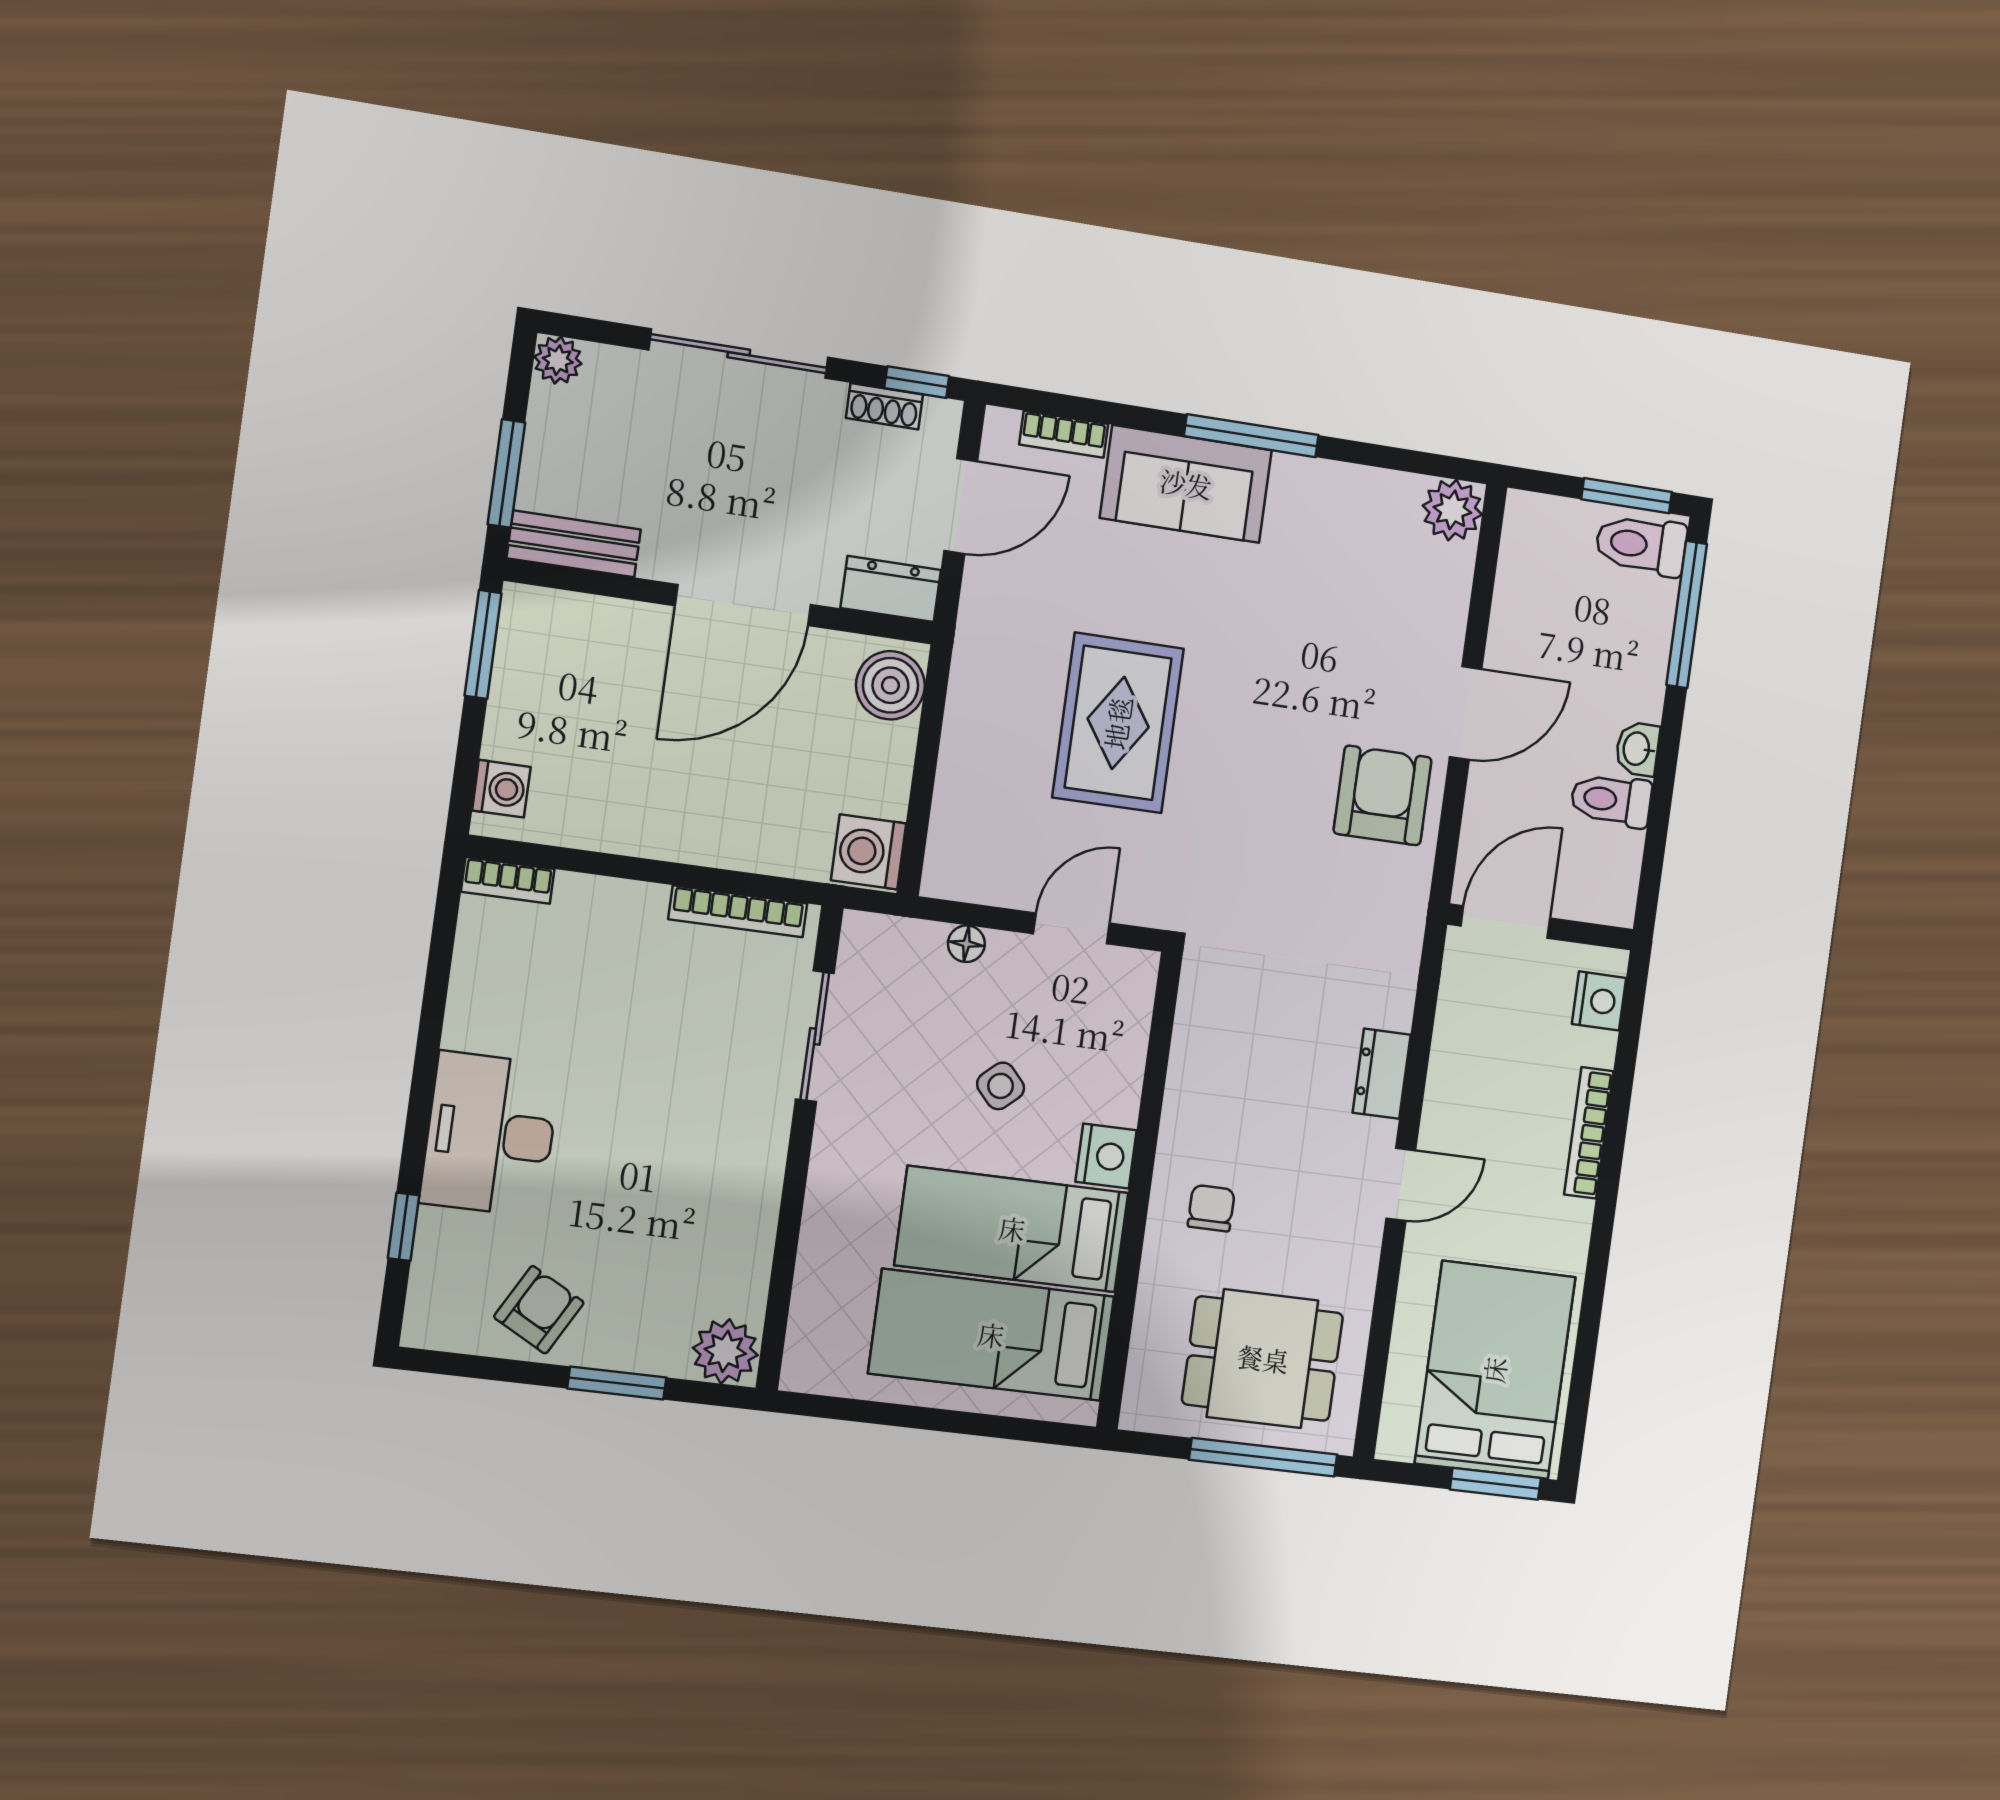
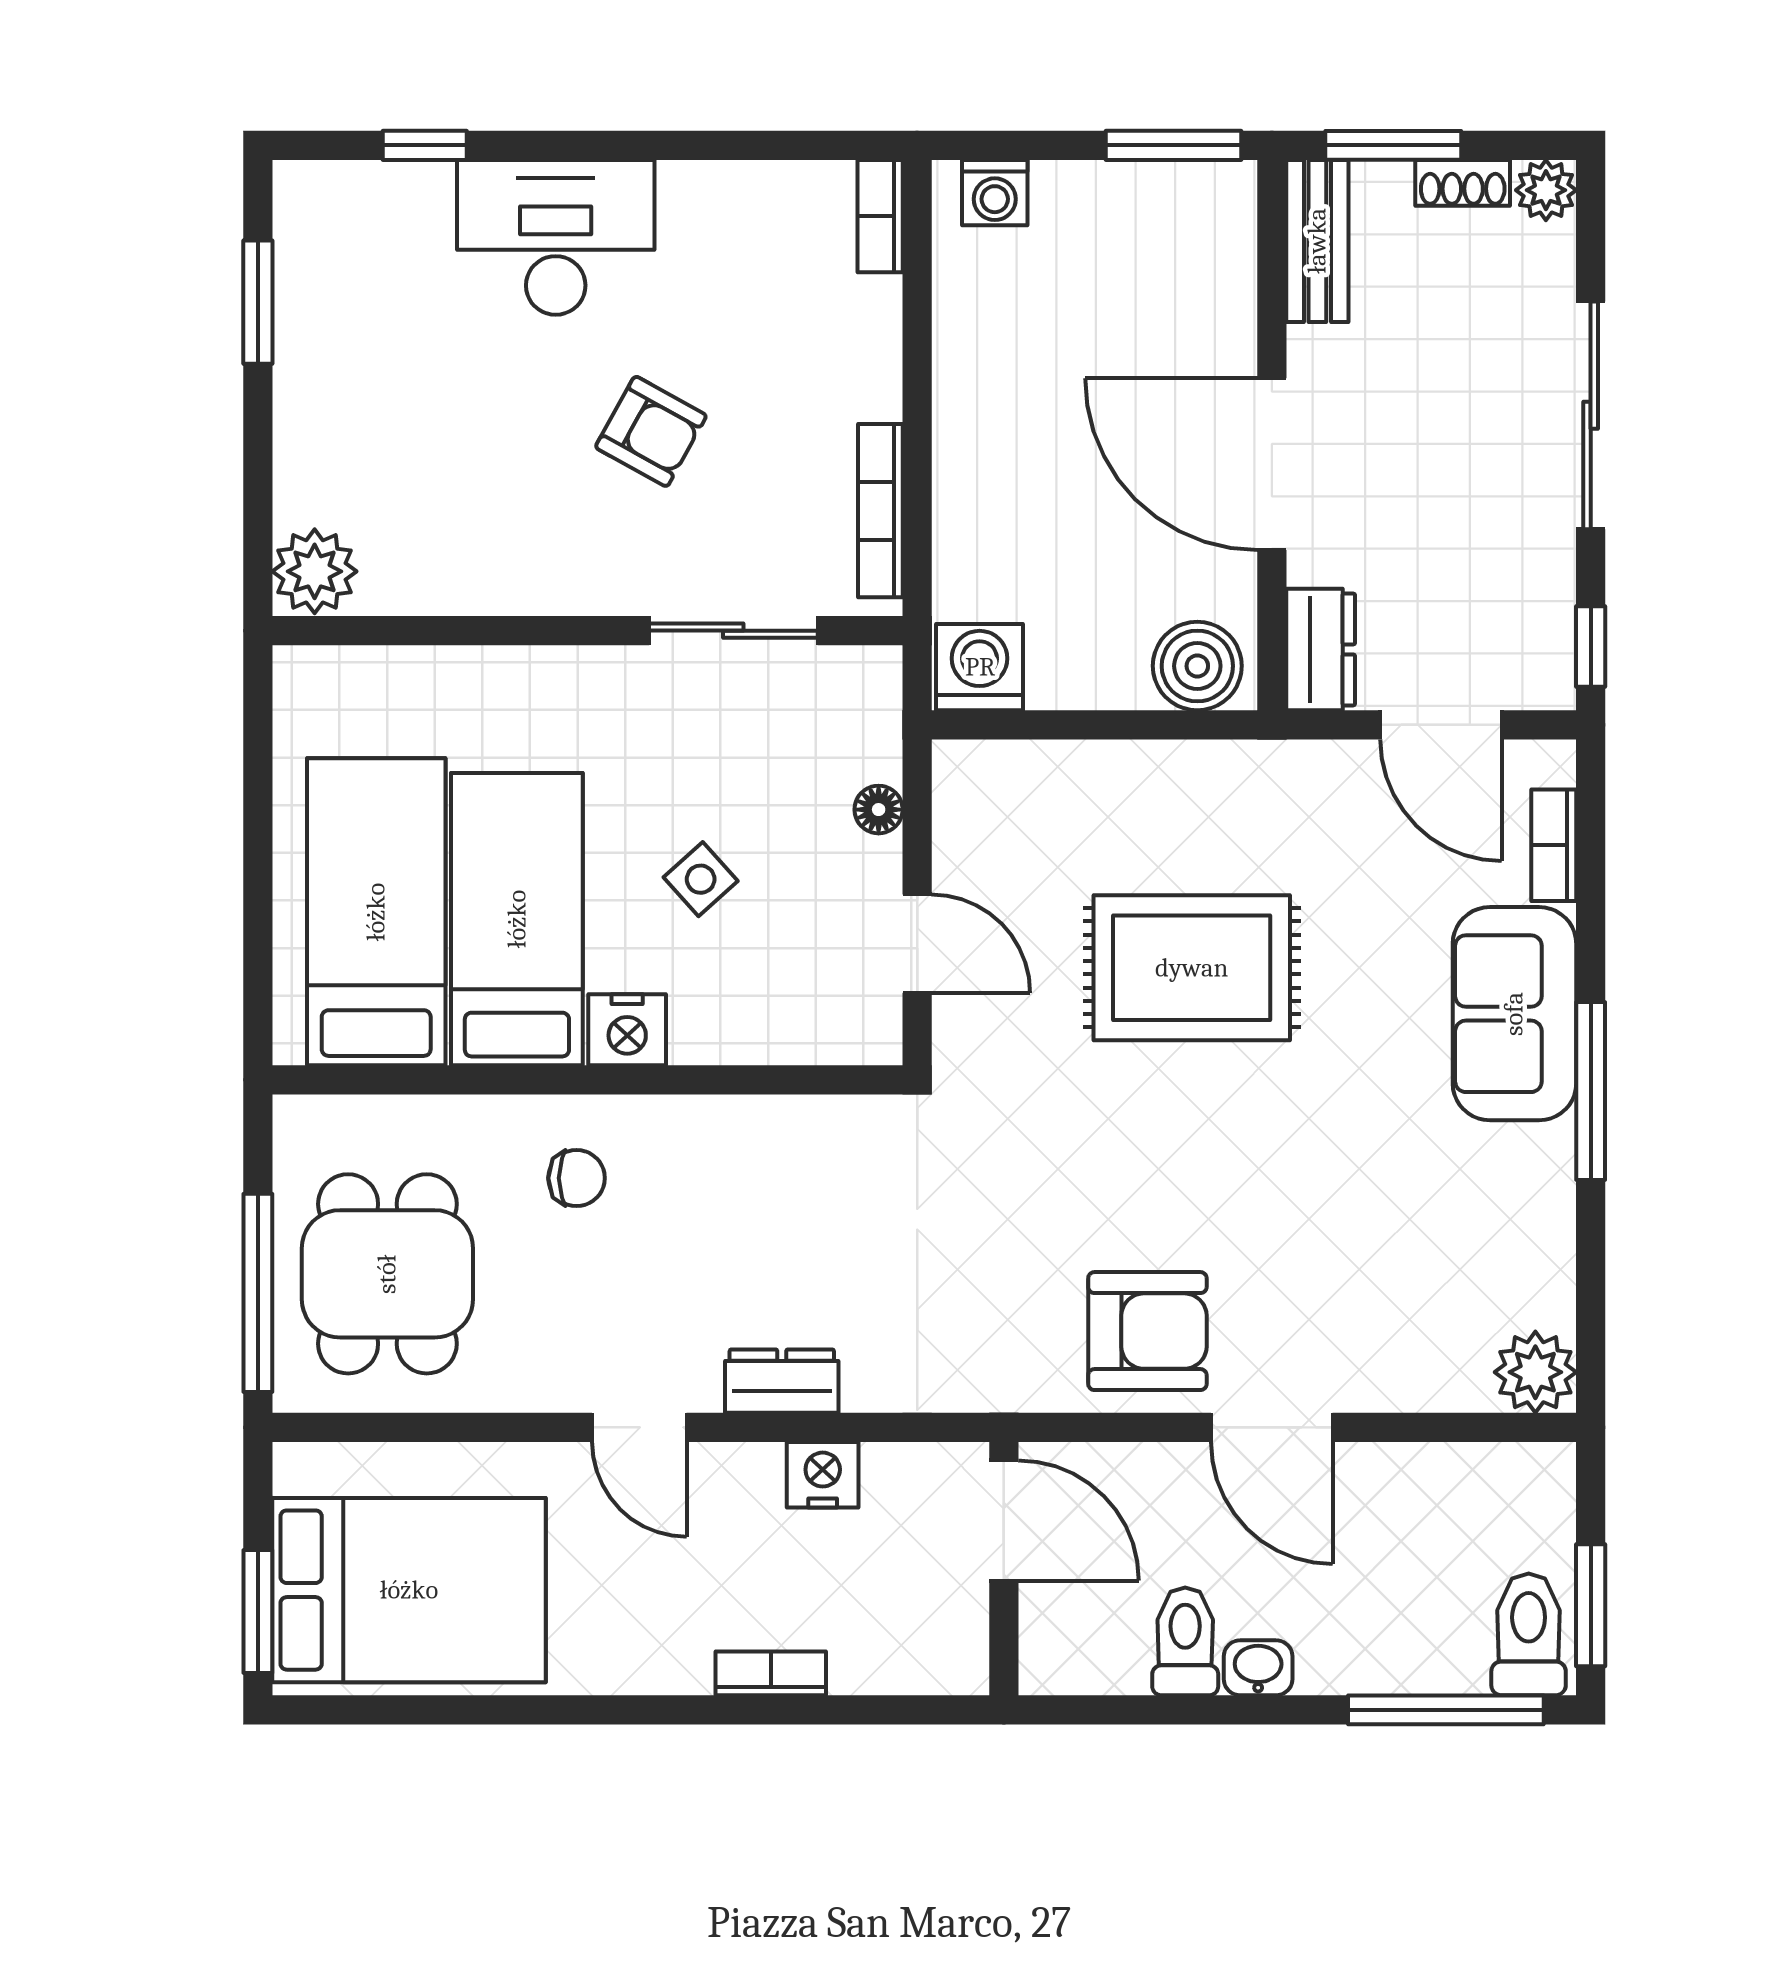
shoe rack: (884, 406) -> (1463, 183), moved, turned -90
nightstand: (1599, 1001) -> (823, 1475), moved, turned 180
bookcase: (1589, 1133) -> (771, 1673), width x0.64
armchair: (539, 1310) -> (651, 431), moved
window: (617, 1383) -> (258, 302), moved

